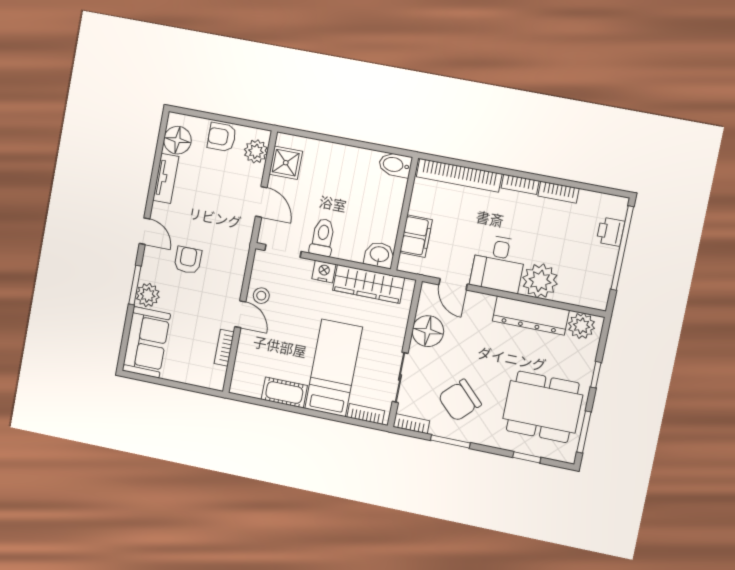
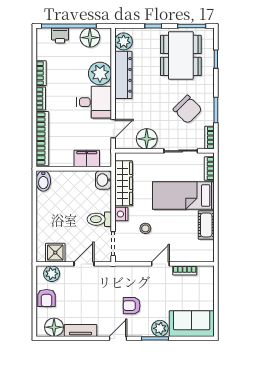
floor lamp: (598, 276) -> (90, 38), added
stool: (261, 296) -> (145, 228), moved

